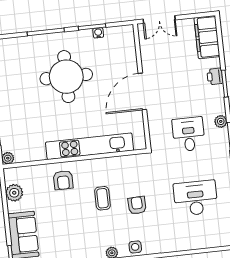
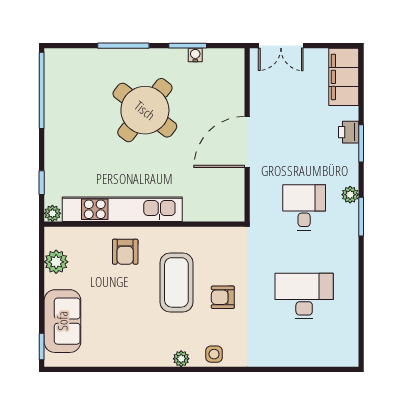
round table: (66, 77) -> (145, 110), turned 38
kitchen unit: (90, 146) -> (122, 209), moved
coffee table: (103, 198) -> (176, 282), width x1.86, depth x1.72
armchair: (137, 205) -> (223, 297), turned -88

